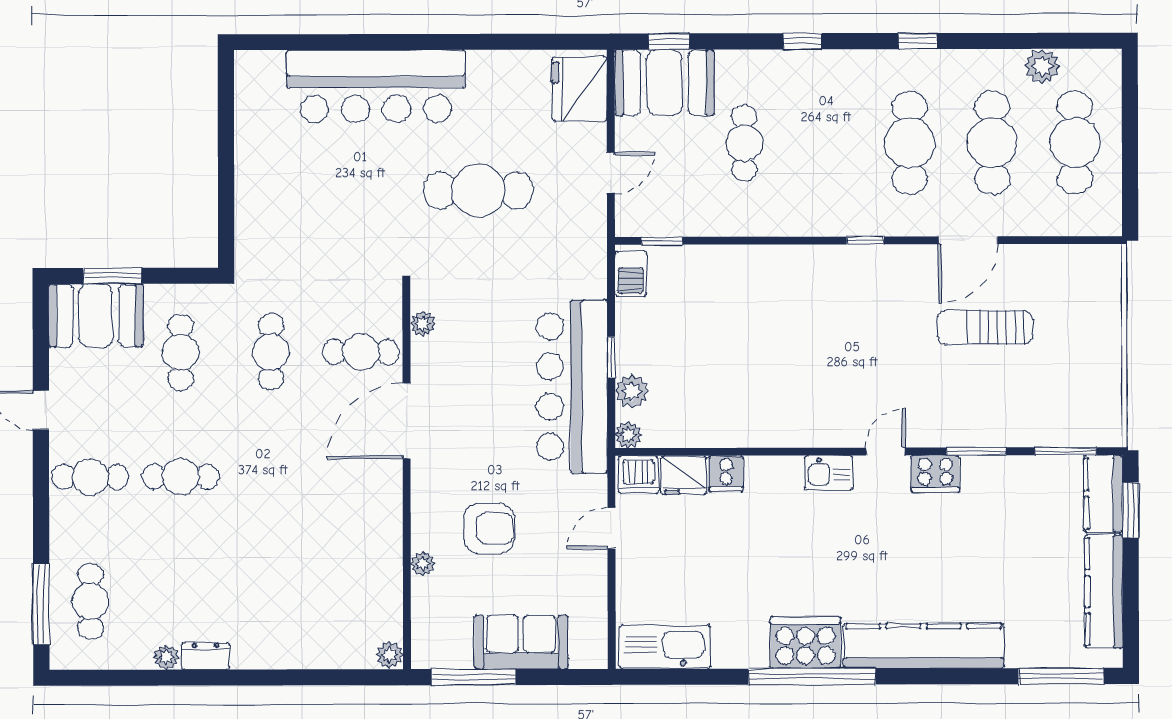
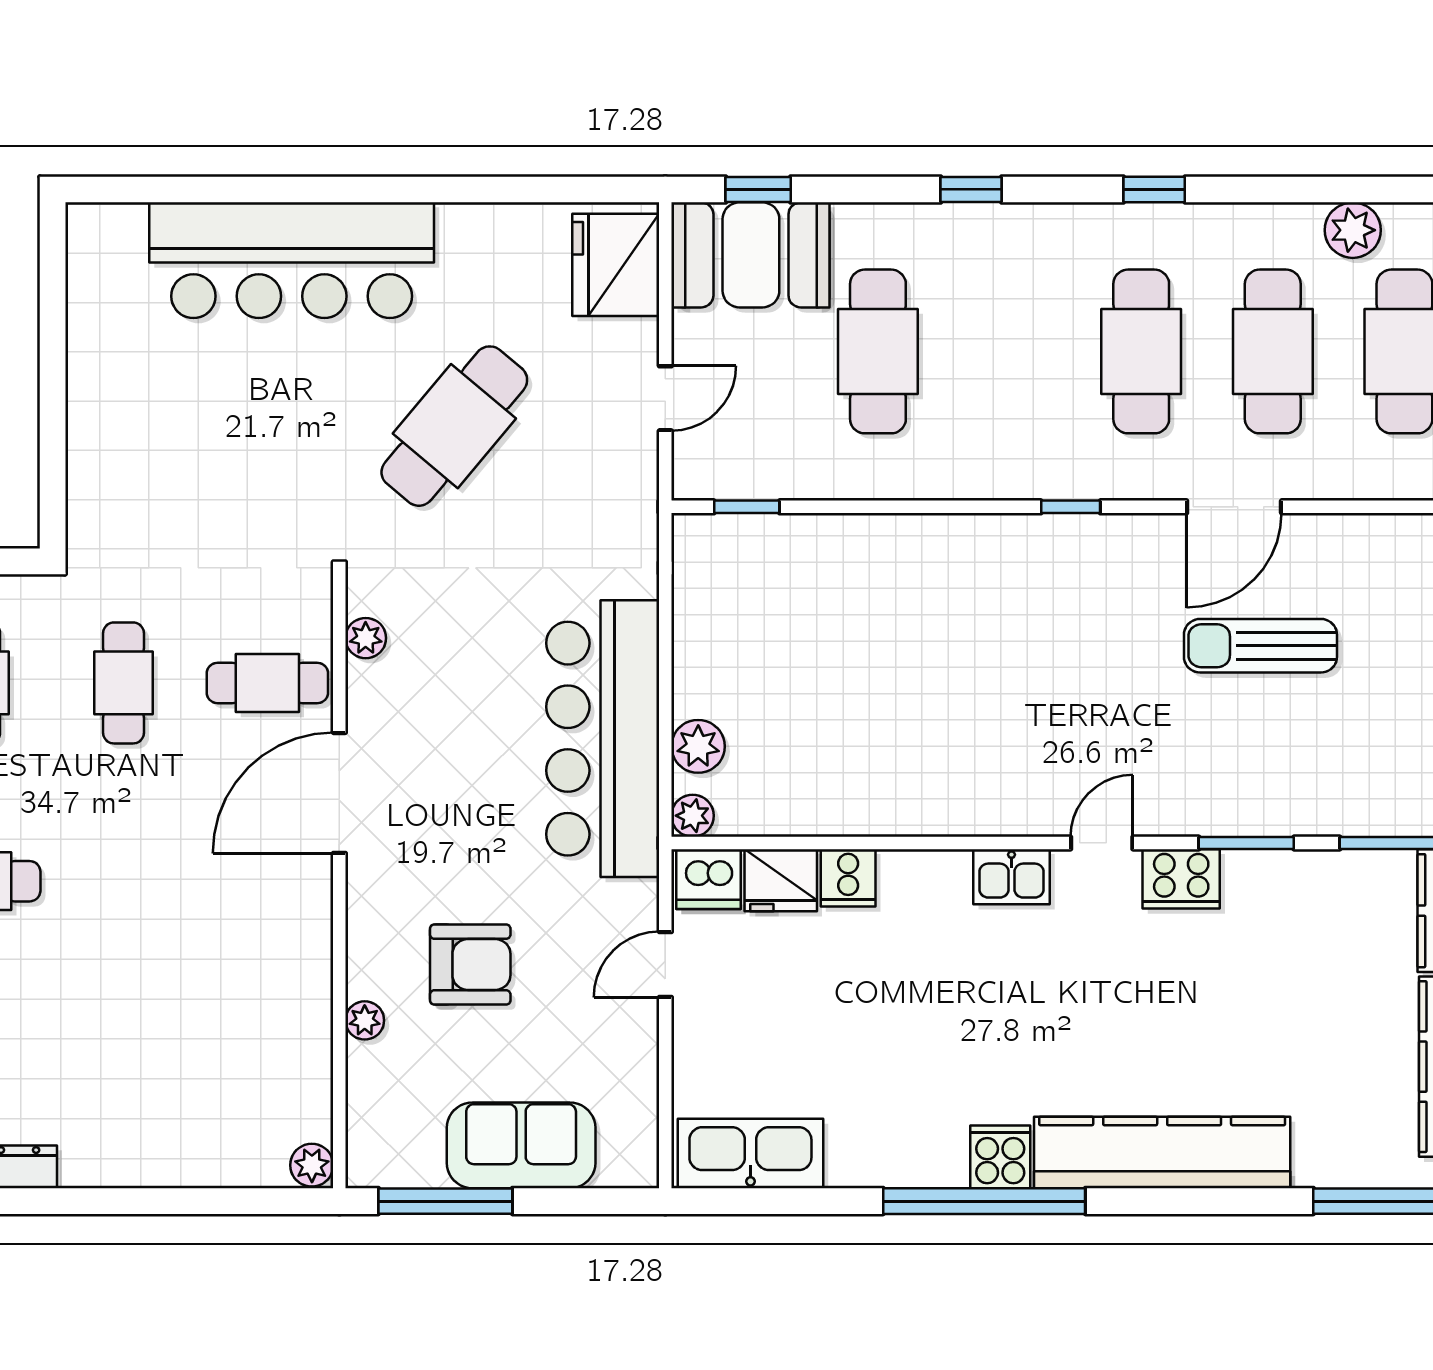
cafe table: (744, 143) -> (878, 351), width x1.37, depth x1.35
cafe table: (478, 190) -> (454, 426), turned -50
barbecue: (631, 274) -> (697, 559), removed
window: (611, 357) -> (665, 692), removed
cooker: (806, 643) -> (1000, 1157), width x0.53, depth x0.76

